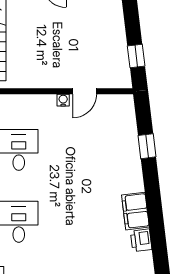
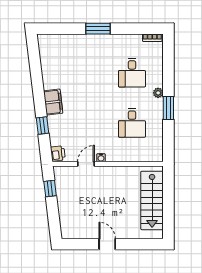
filing cabinet: (135, 211) -> (53, 102), moved
printer: (141, 240) -> (58, 154), moved

